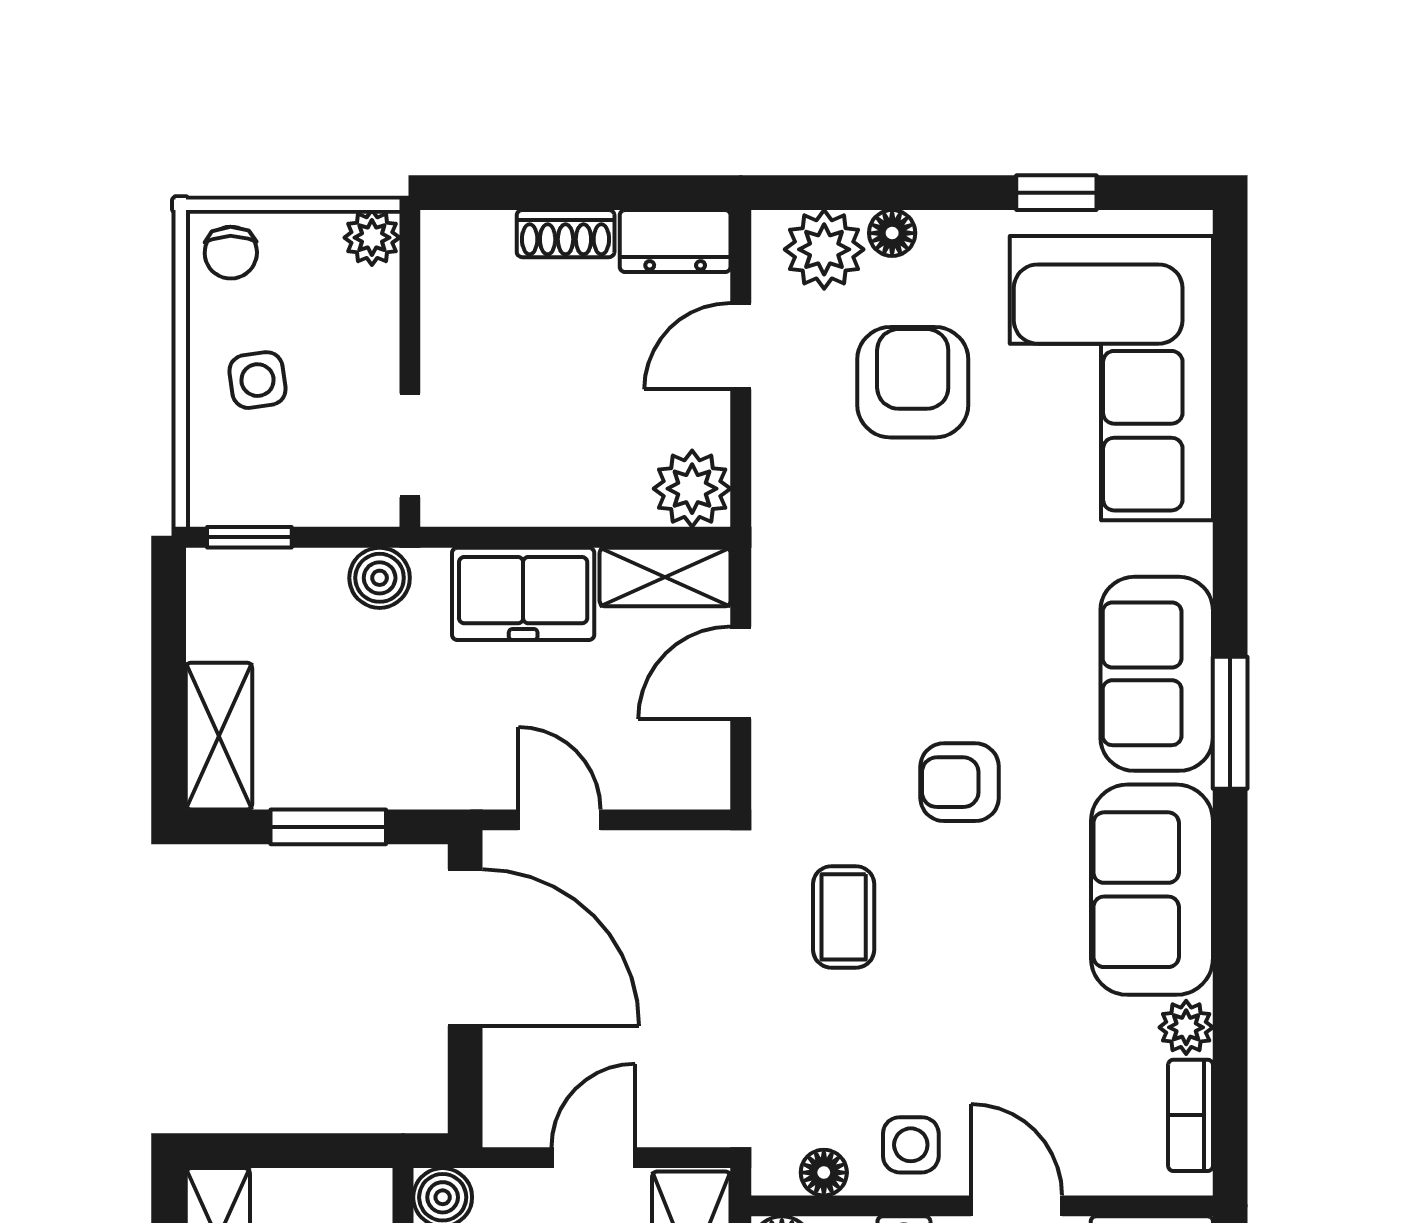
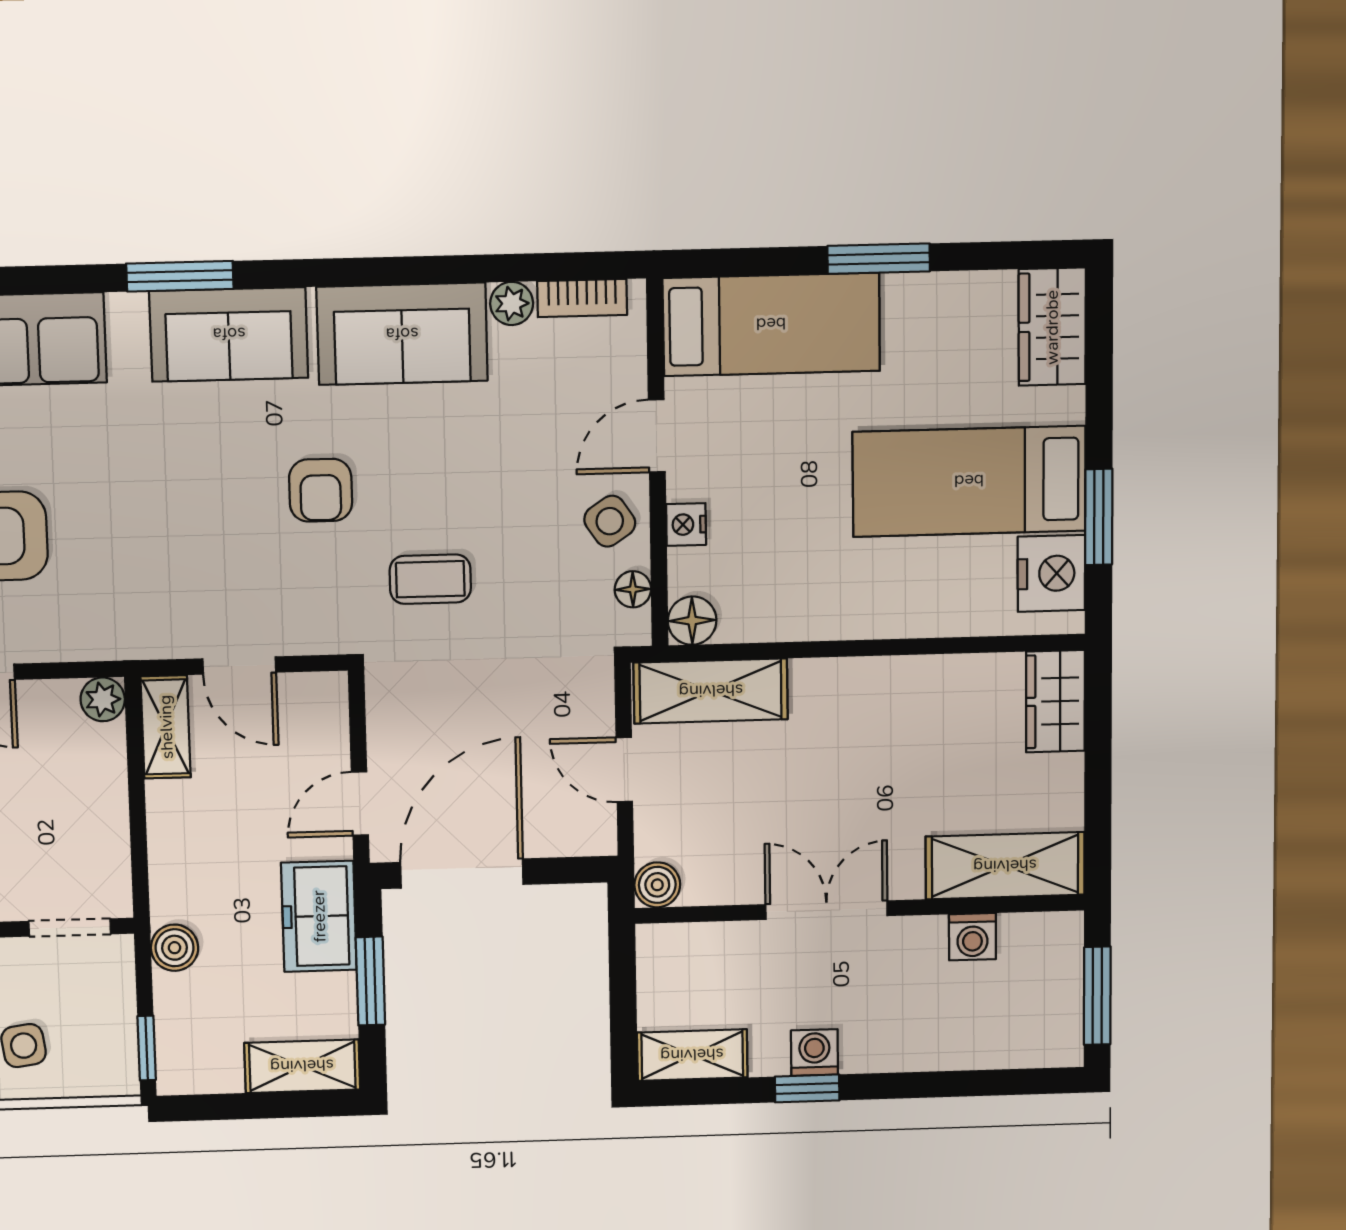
plant: (692, 489) -> (103, 699), width x0.73, depth x0.73
freezer: (523, 594) -> (319, 916), moved, turned 180
window: (1230, 723) -> (180, 276), moved
side table: (911, 1145) -> (610, 521), turned -34

